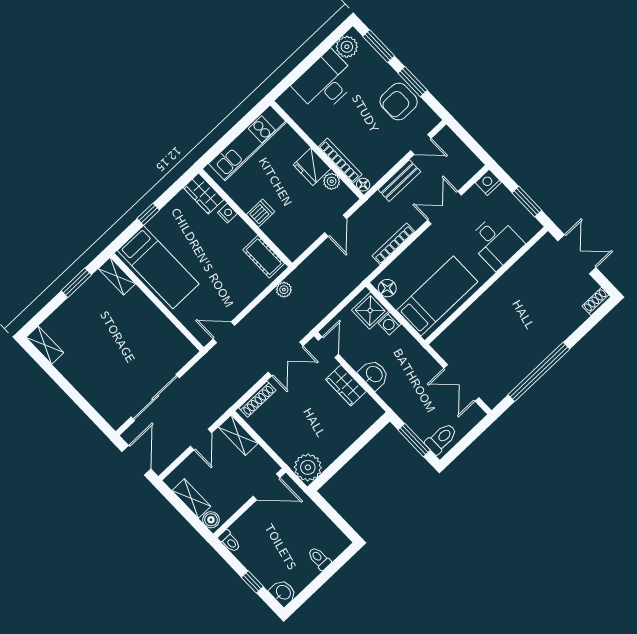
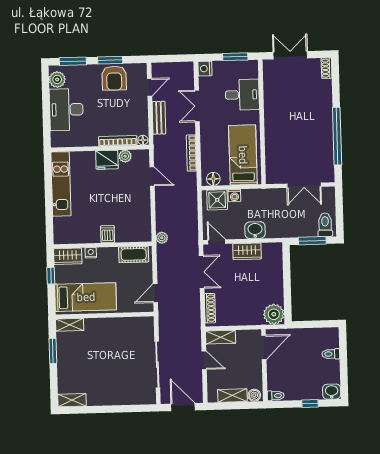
wardrobe: (204, 194) -> (68, 256), moved
nightstand: (227, 213) -> (91, 253), moved
dishwasher: (261, 213) -> (108, 234), moved
wall: (245, 218) -> (103, 245), moved
cot: (264, 257) -> (134, 254), moved

